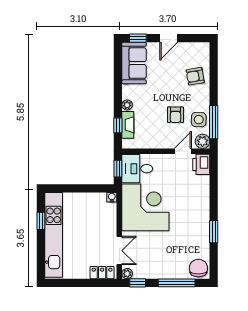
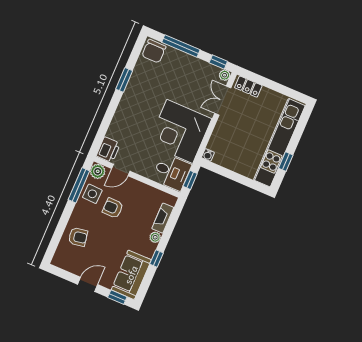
armchair: (175, 115) -> (113, 208), turned -89
window: (118, 125) -> (156, 259), moved

